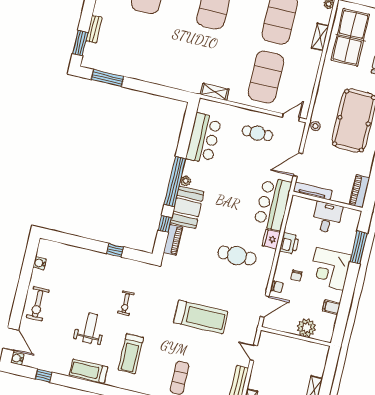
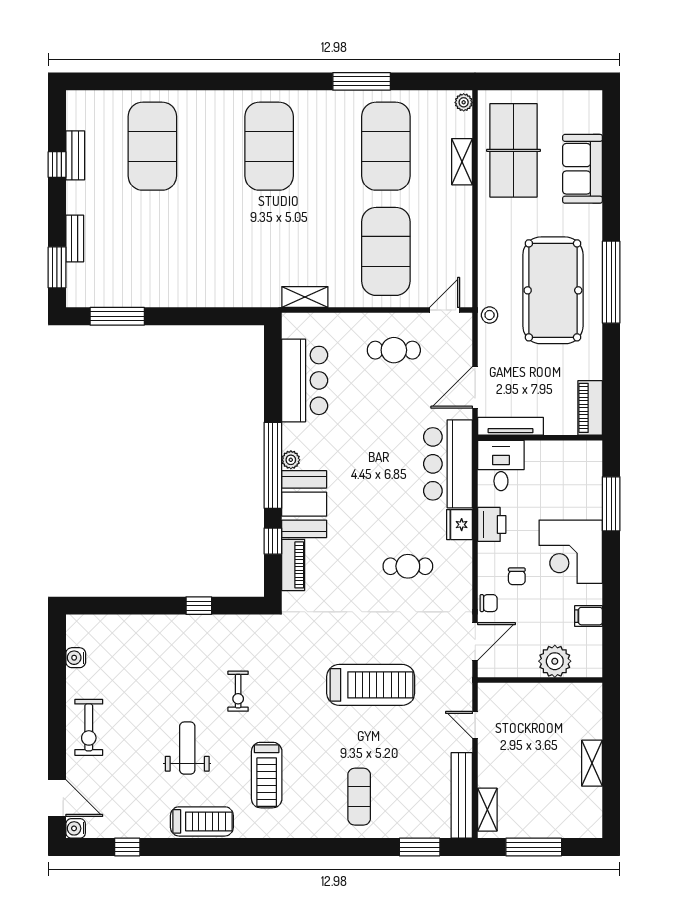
desk: (327, 217) -> (501, 466), moved
cafe table: (237, 256) -> (408, 566), width x0.73, depth x0.74
treadmill: (89, 371) -> (202, 821), turned 180

